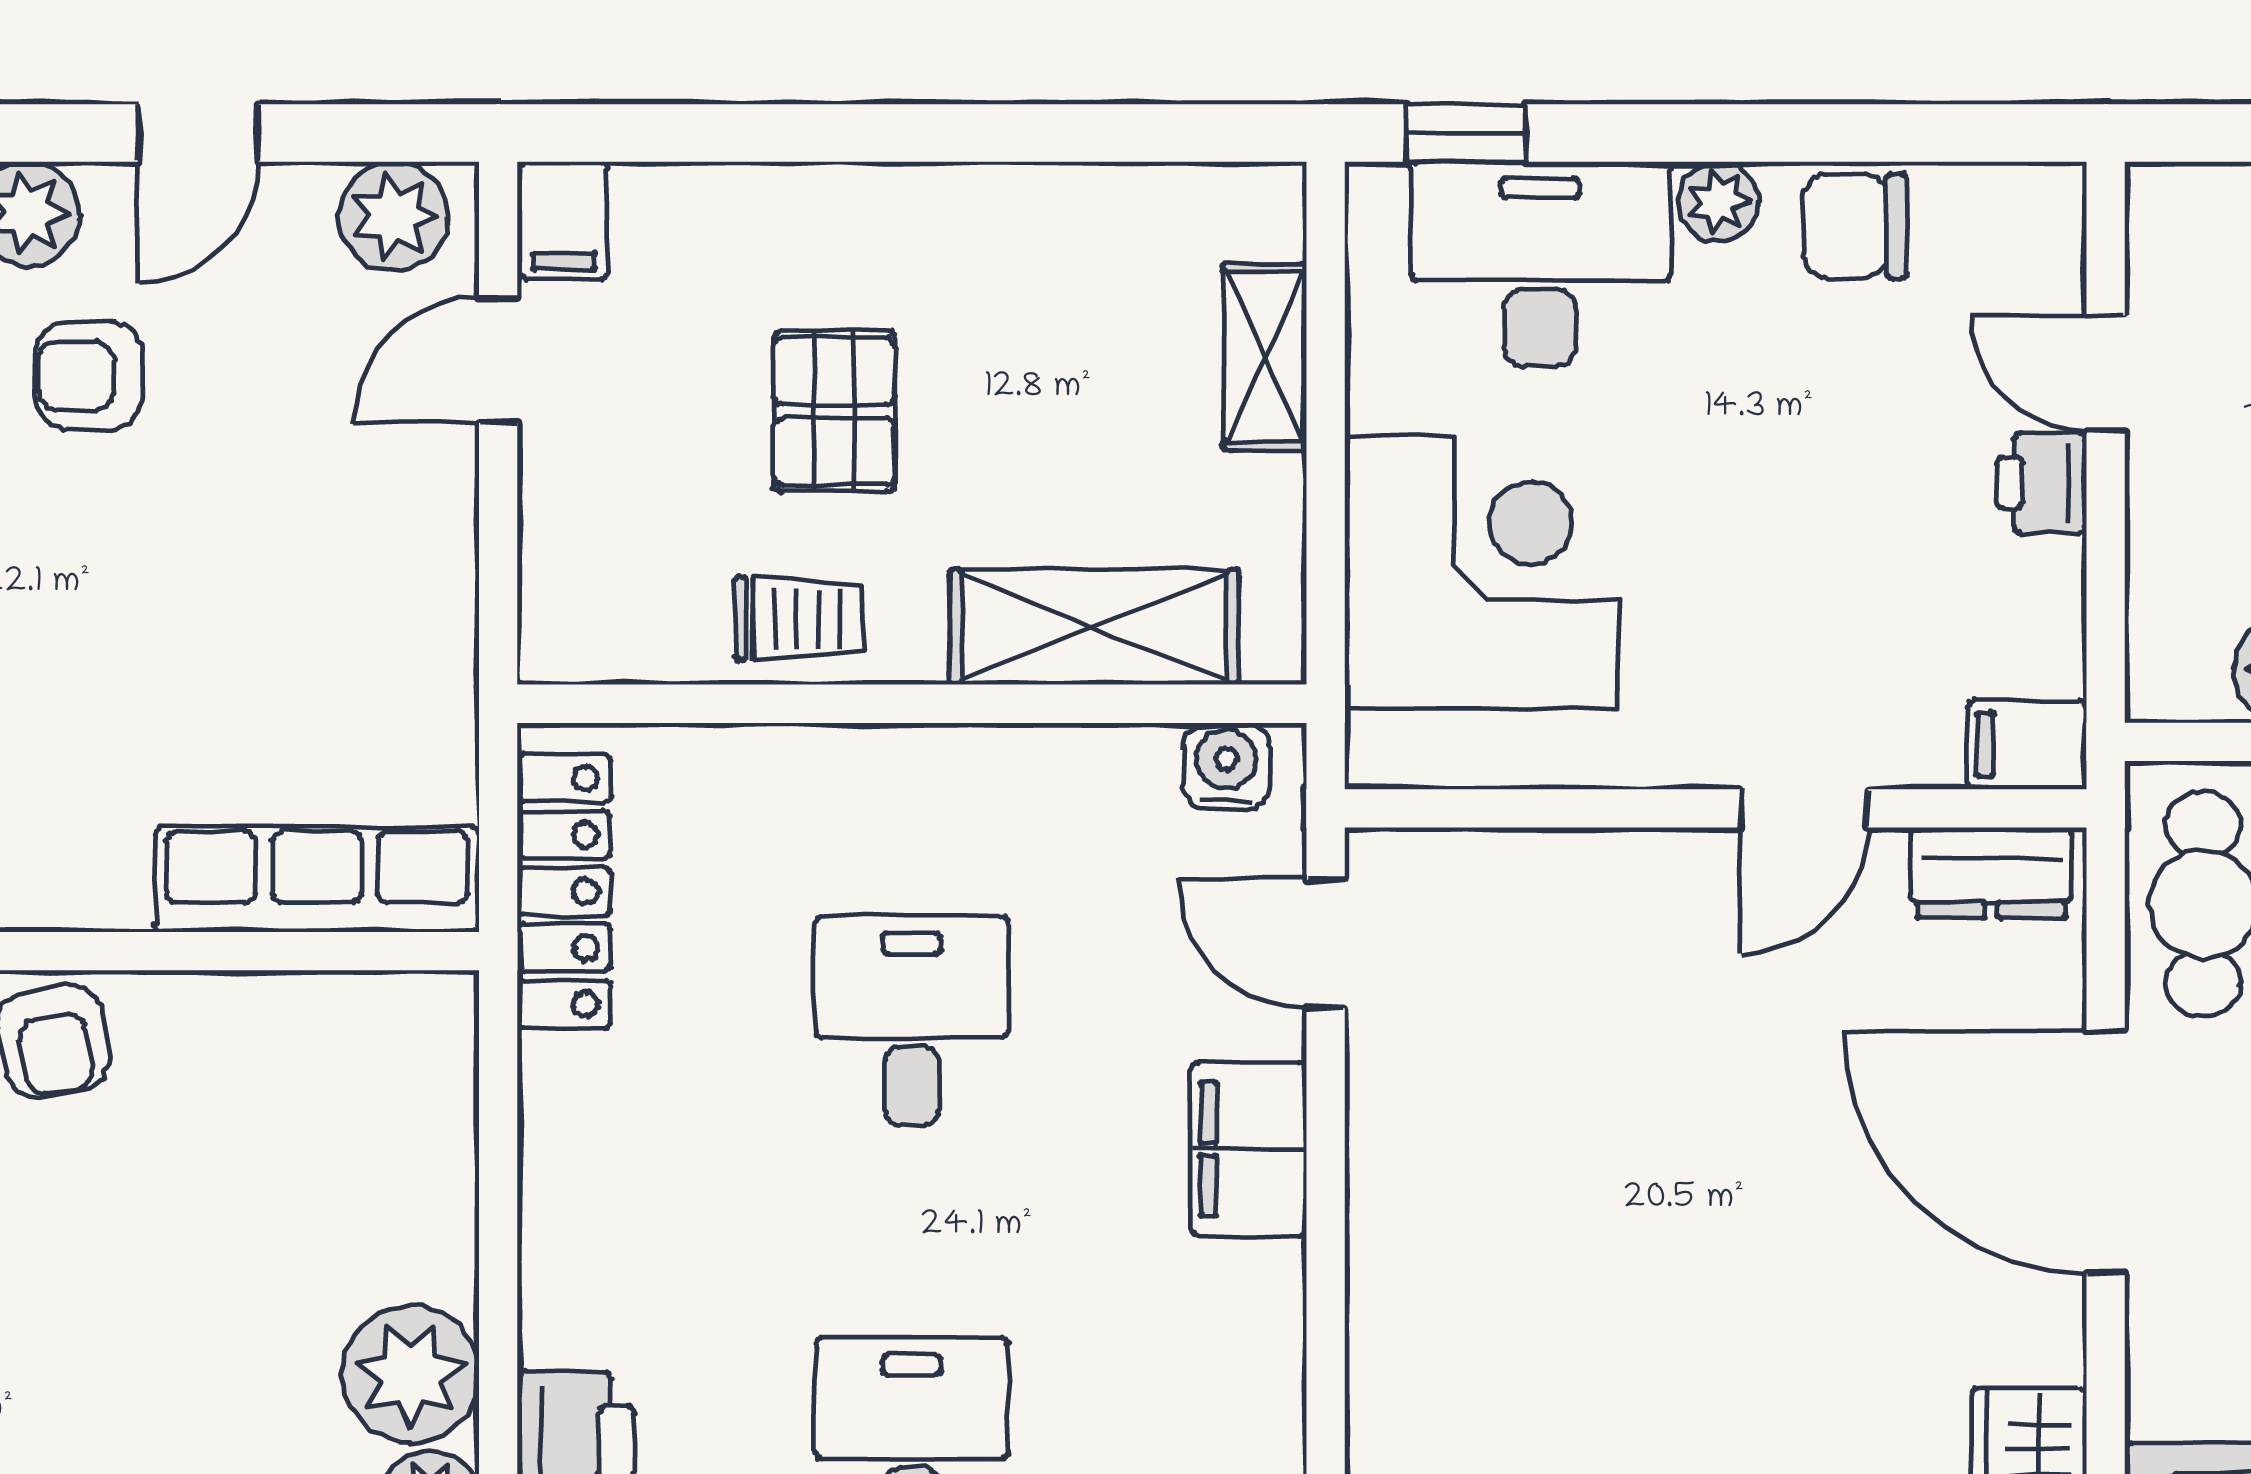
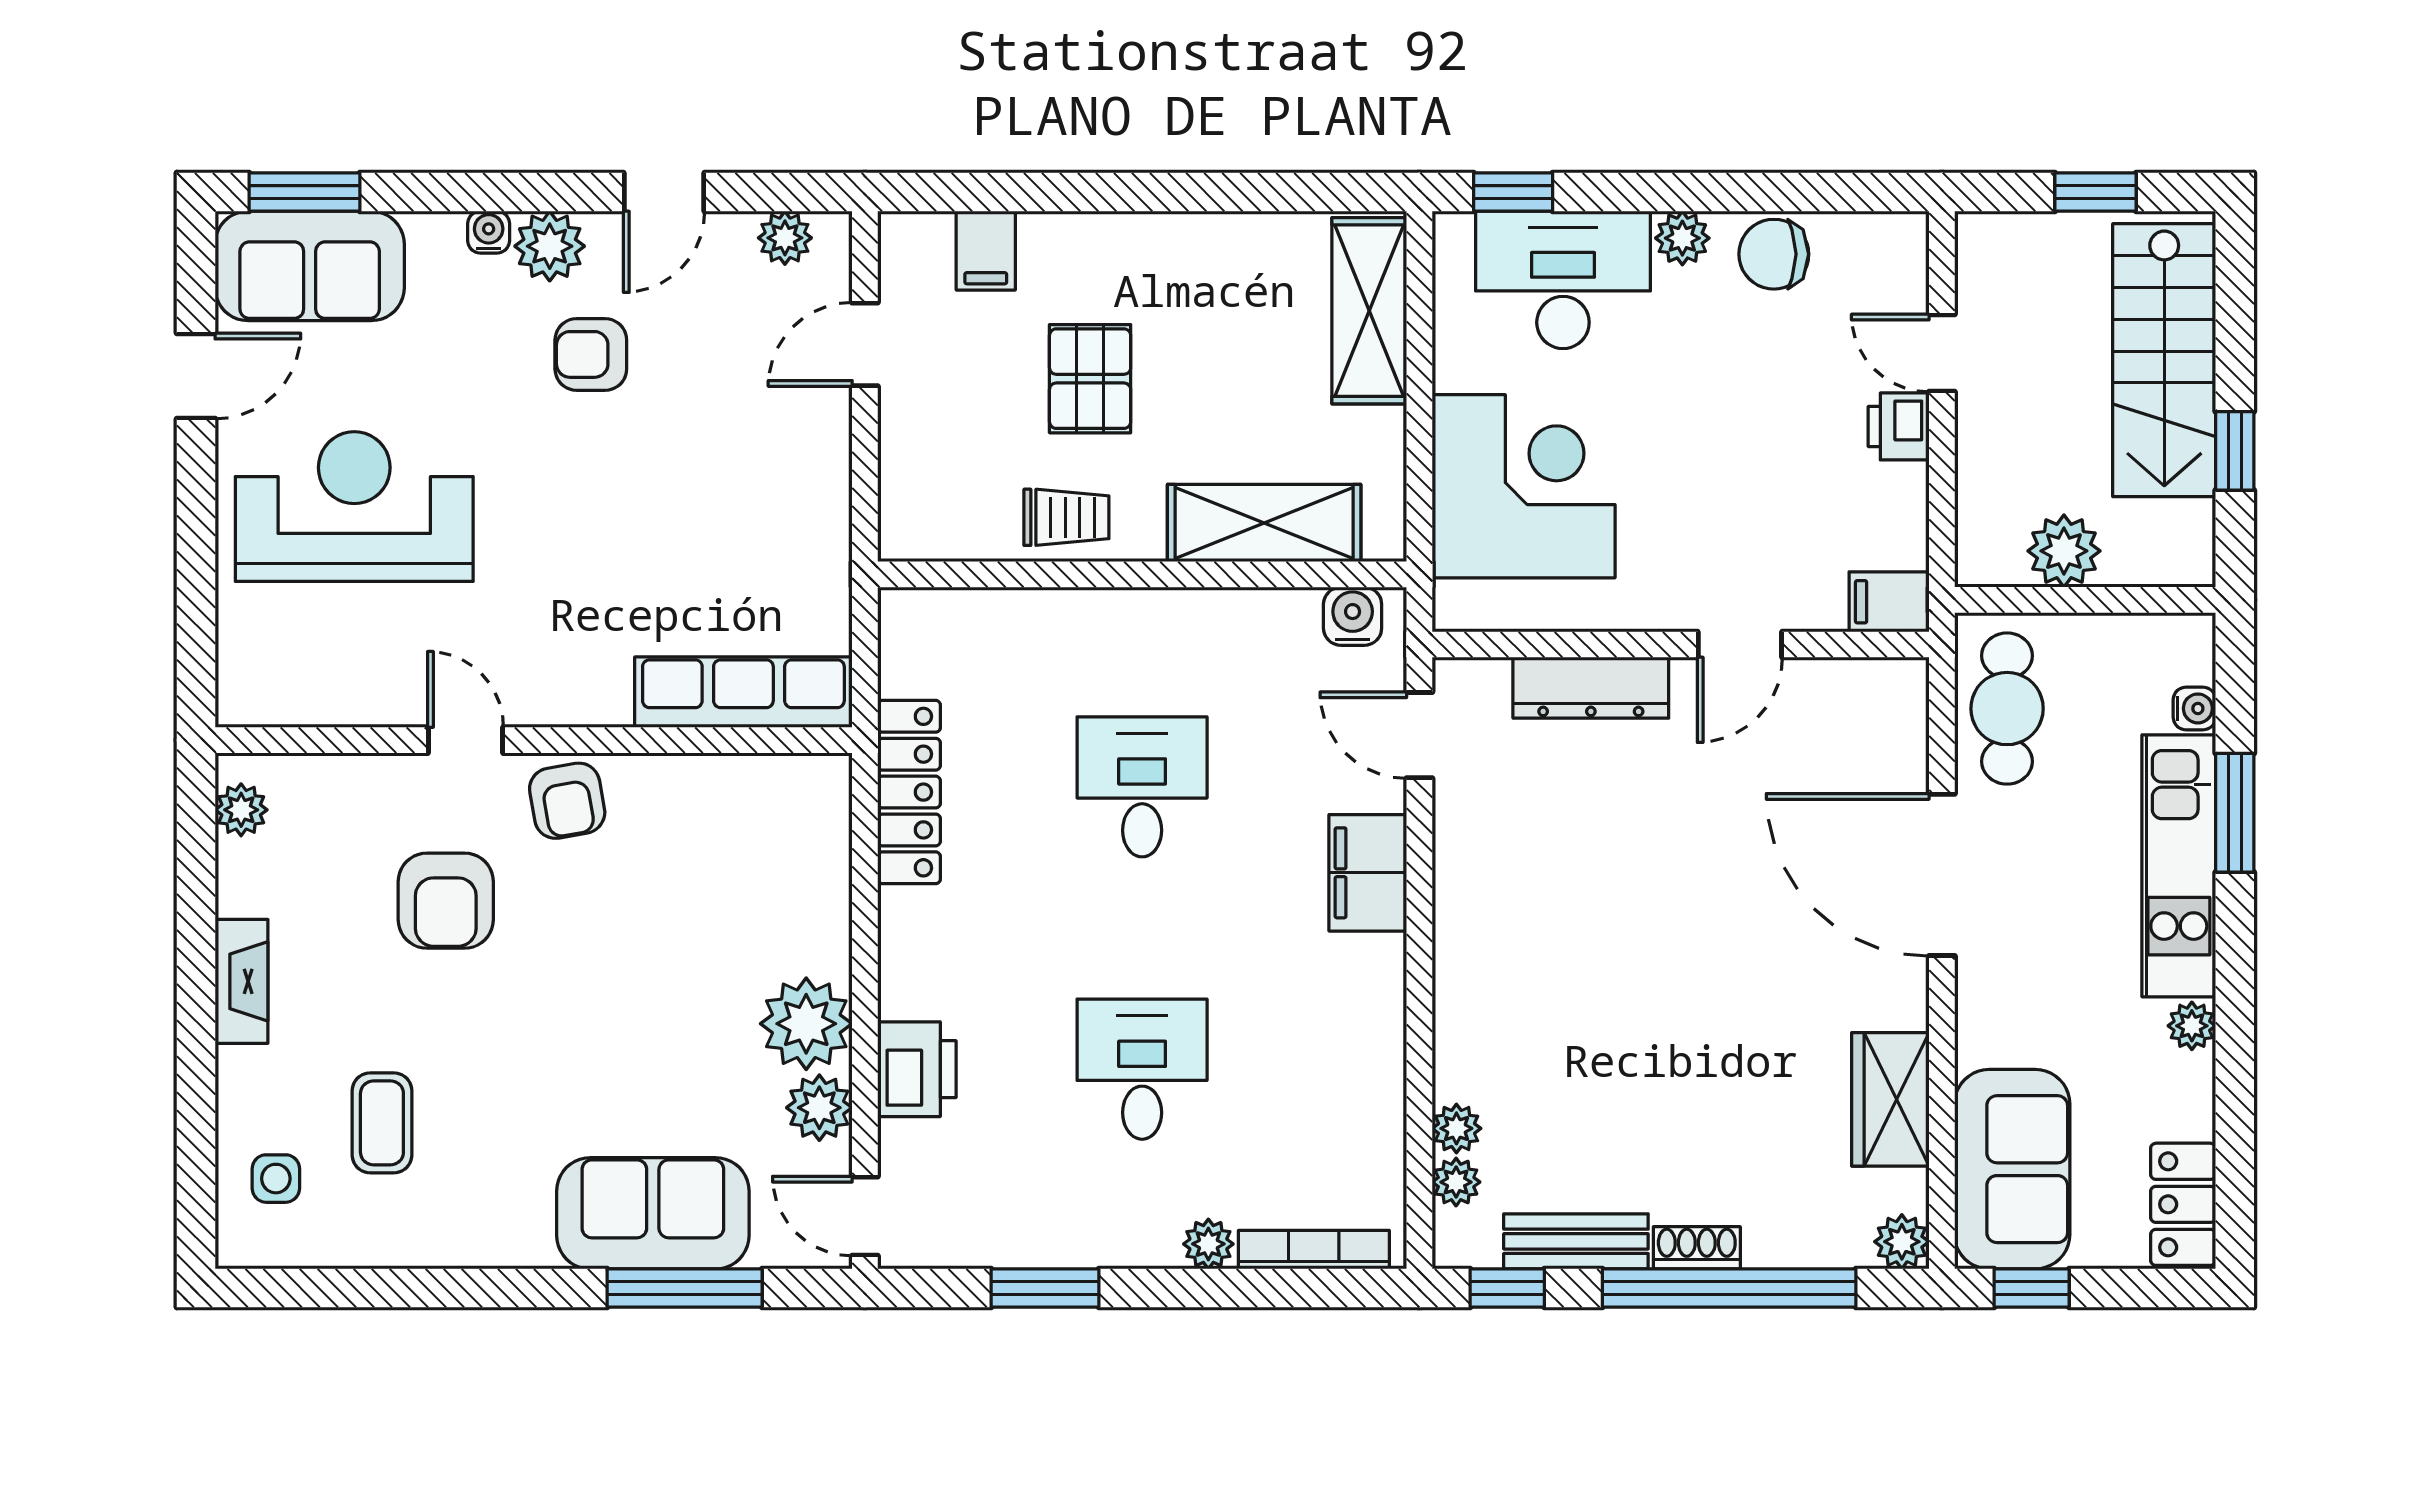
plant: (394, 216) -> (785, 238), width x0.73, depth x0.73
filing cabinet: (564, 220) -> (986, 251), moved
shelving: (1265, 356) -> (1369, 311), width x1.50, depth x1.33
dresser: (1991, 873) -> (1591, 688), moved, width x1.44
locker: (564, 891) -> (909, 792), moved

